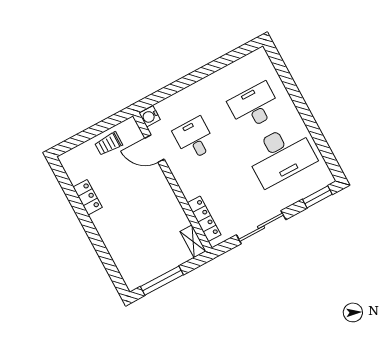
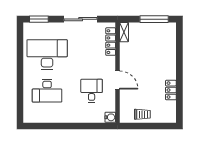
desk: (194, 139) -> (92, 91), turned 180
door: (154, 149) -> (118, 80), moved

